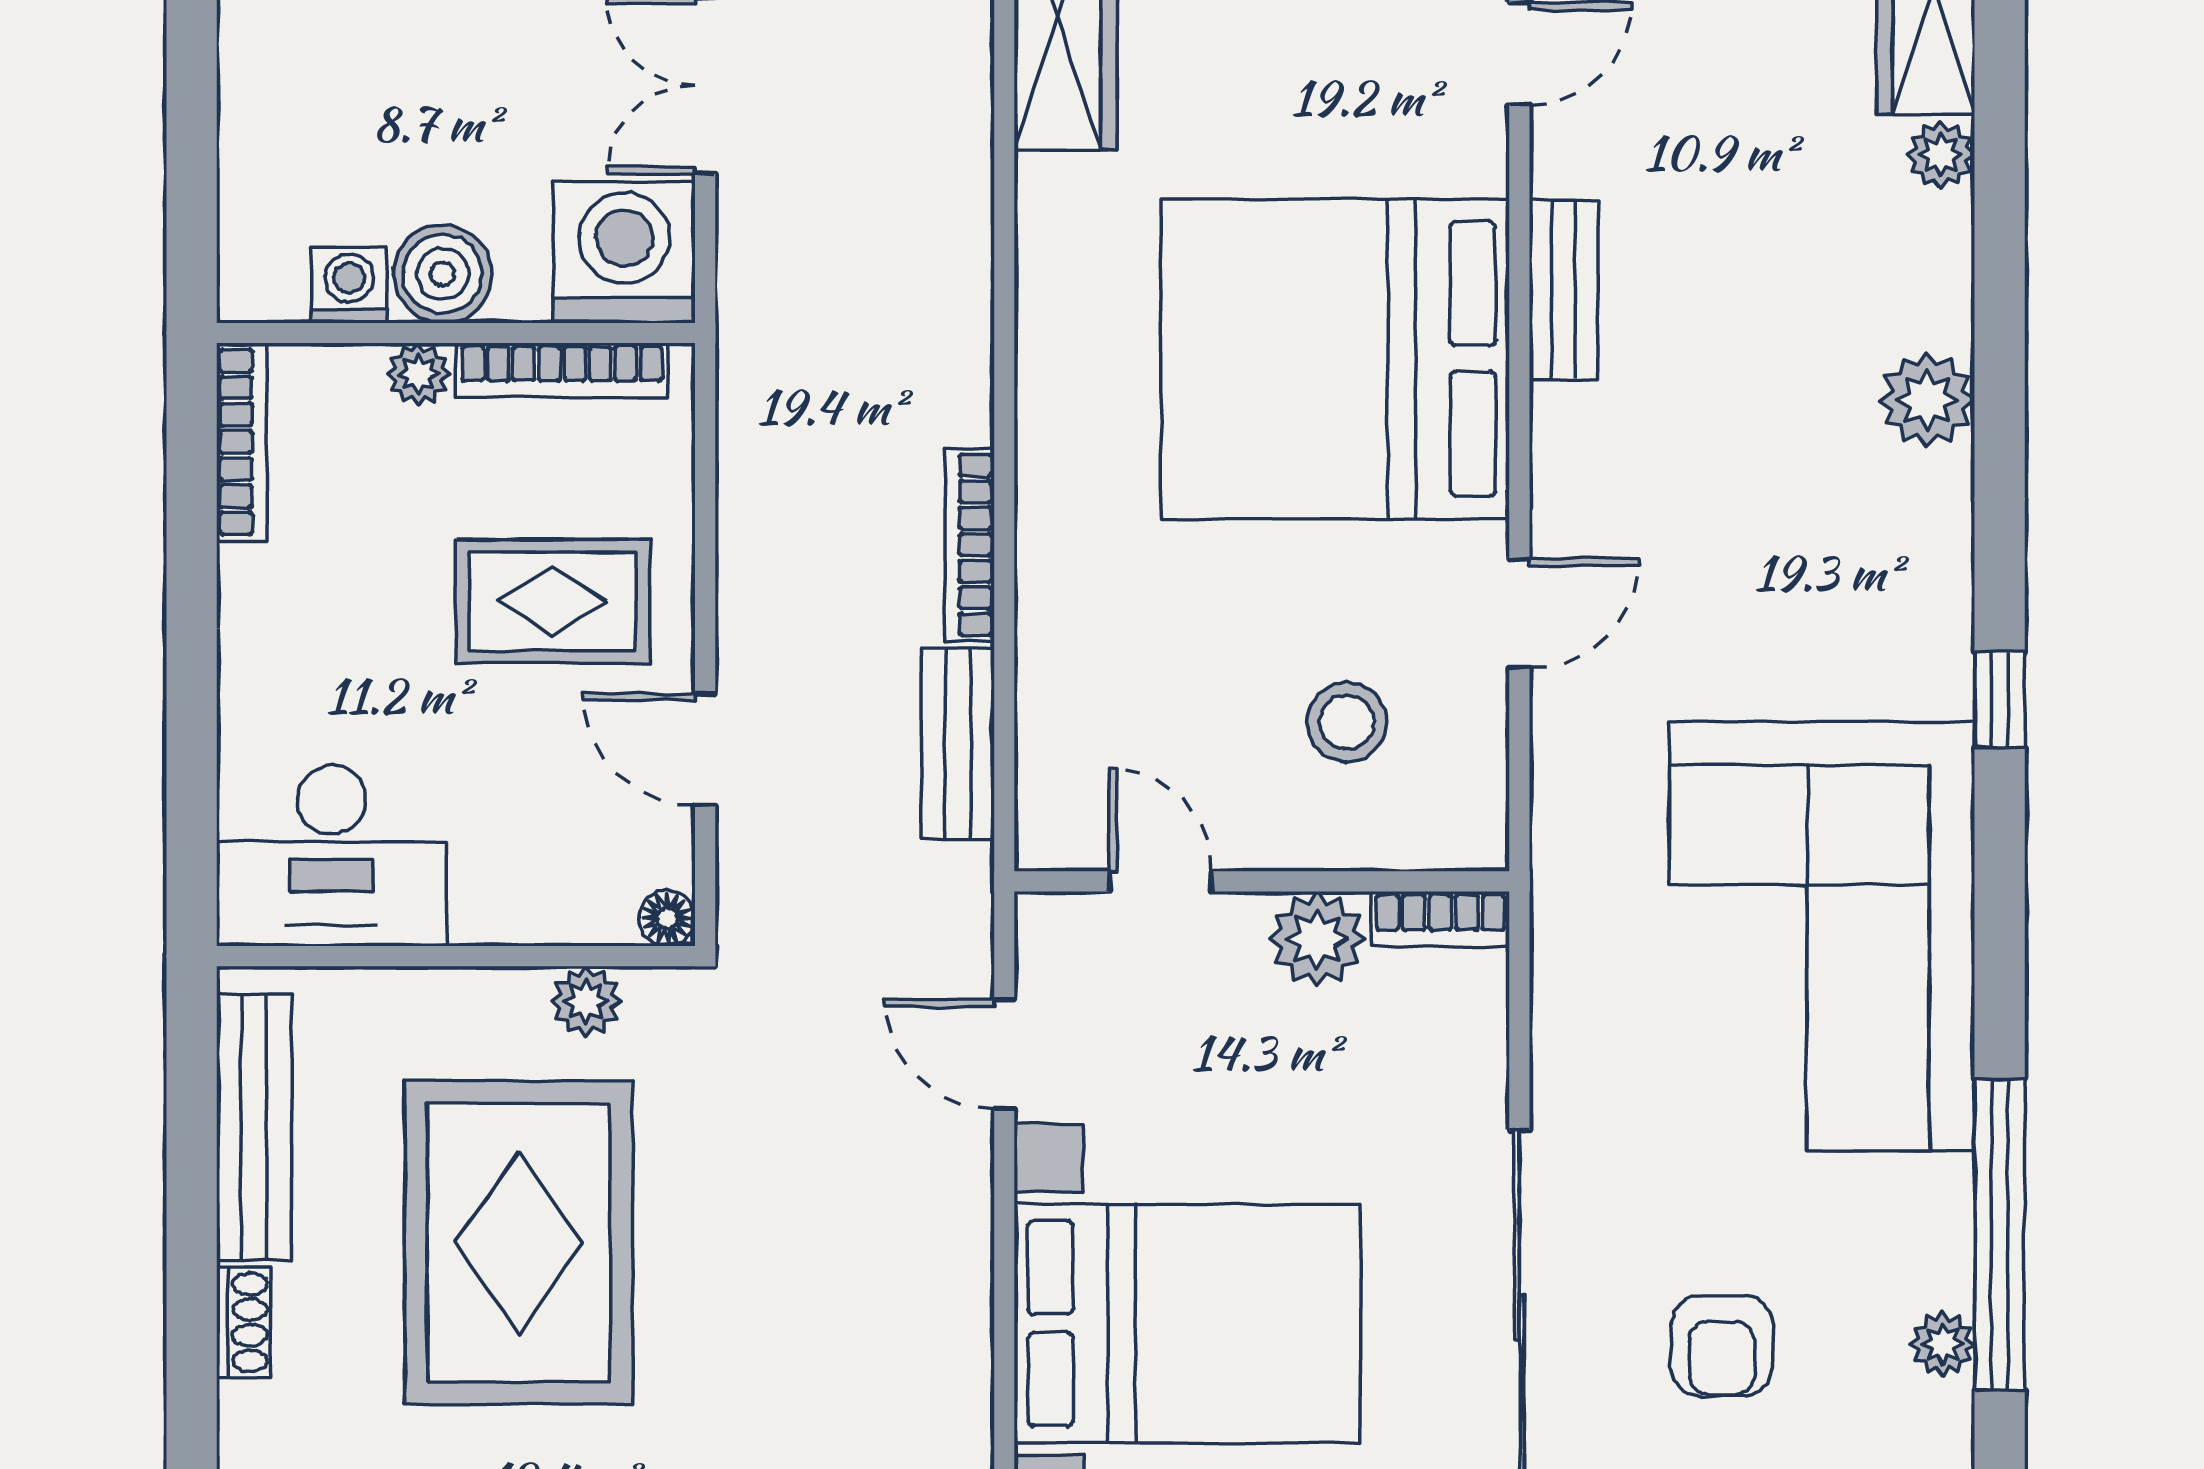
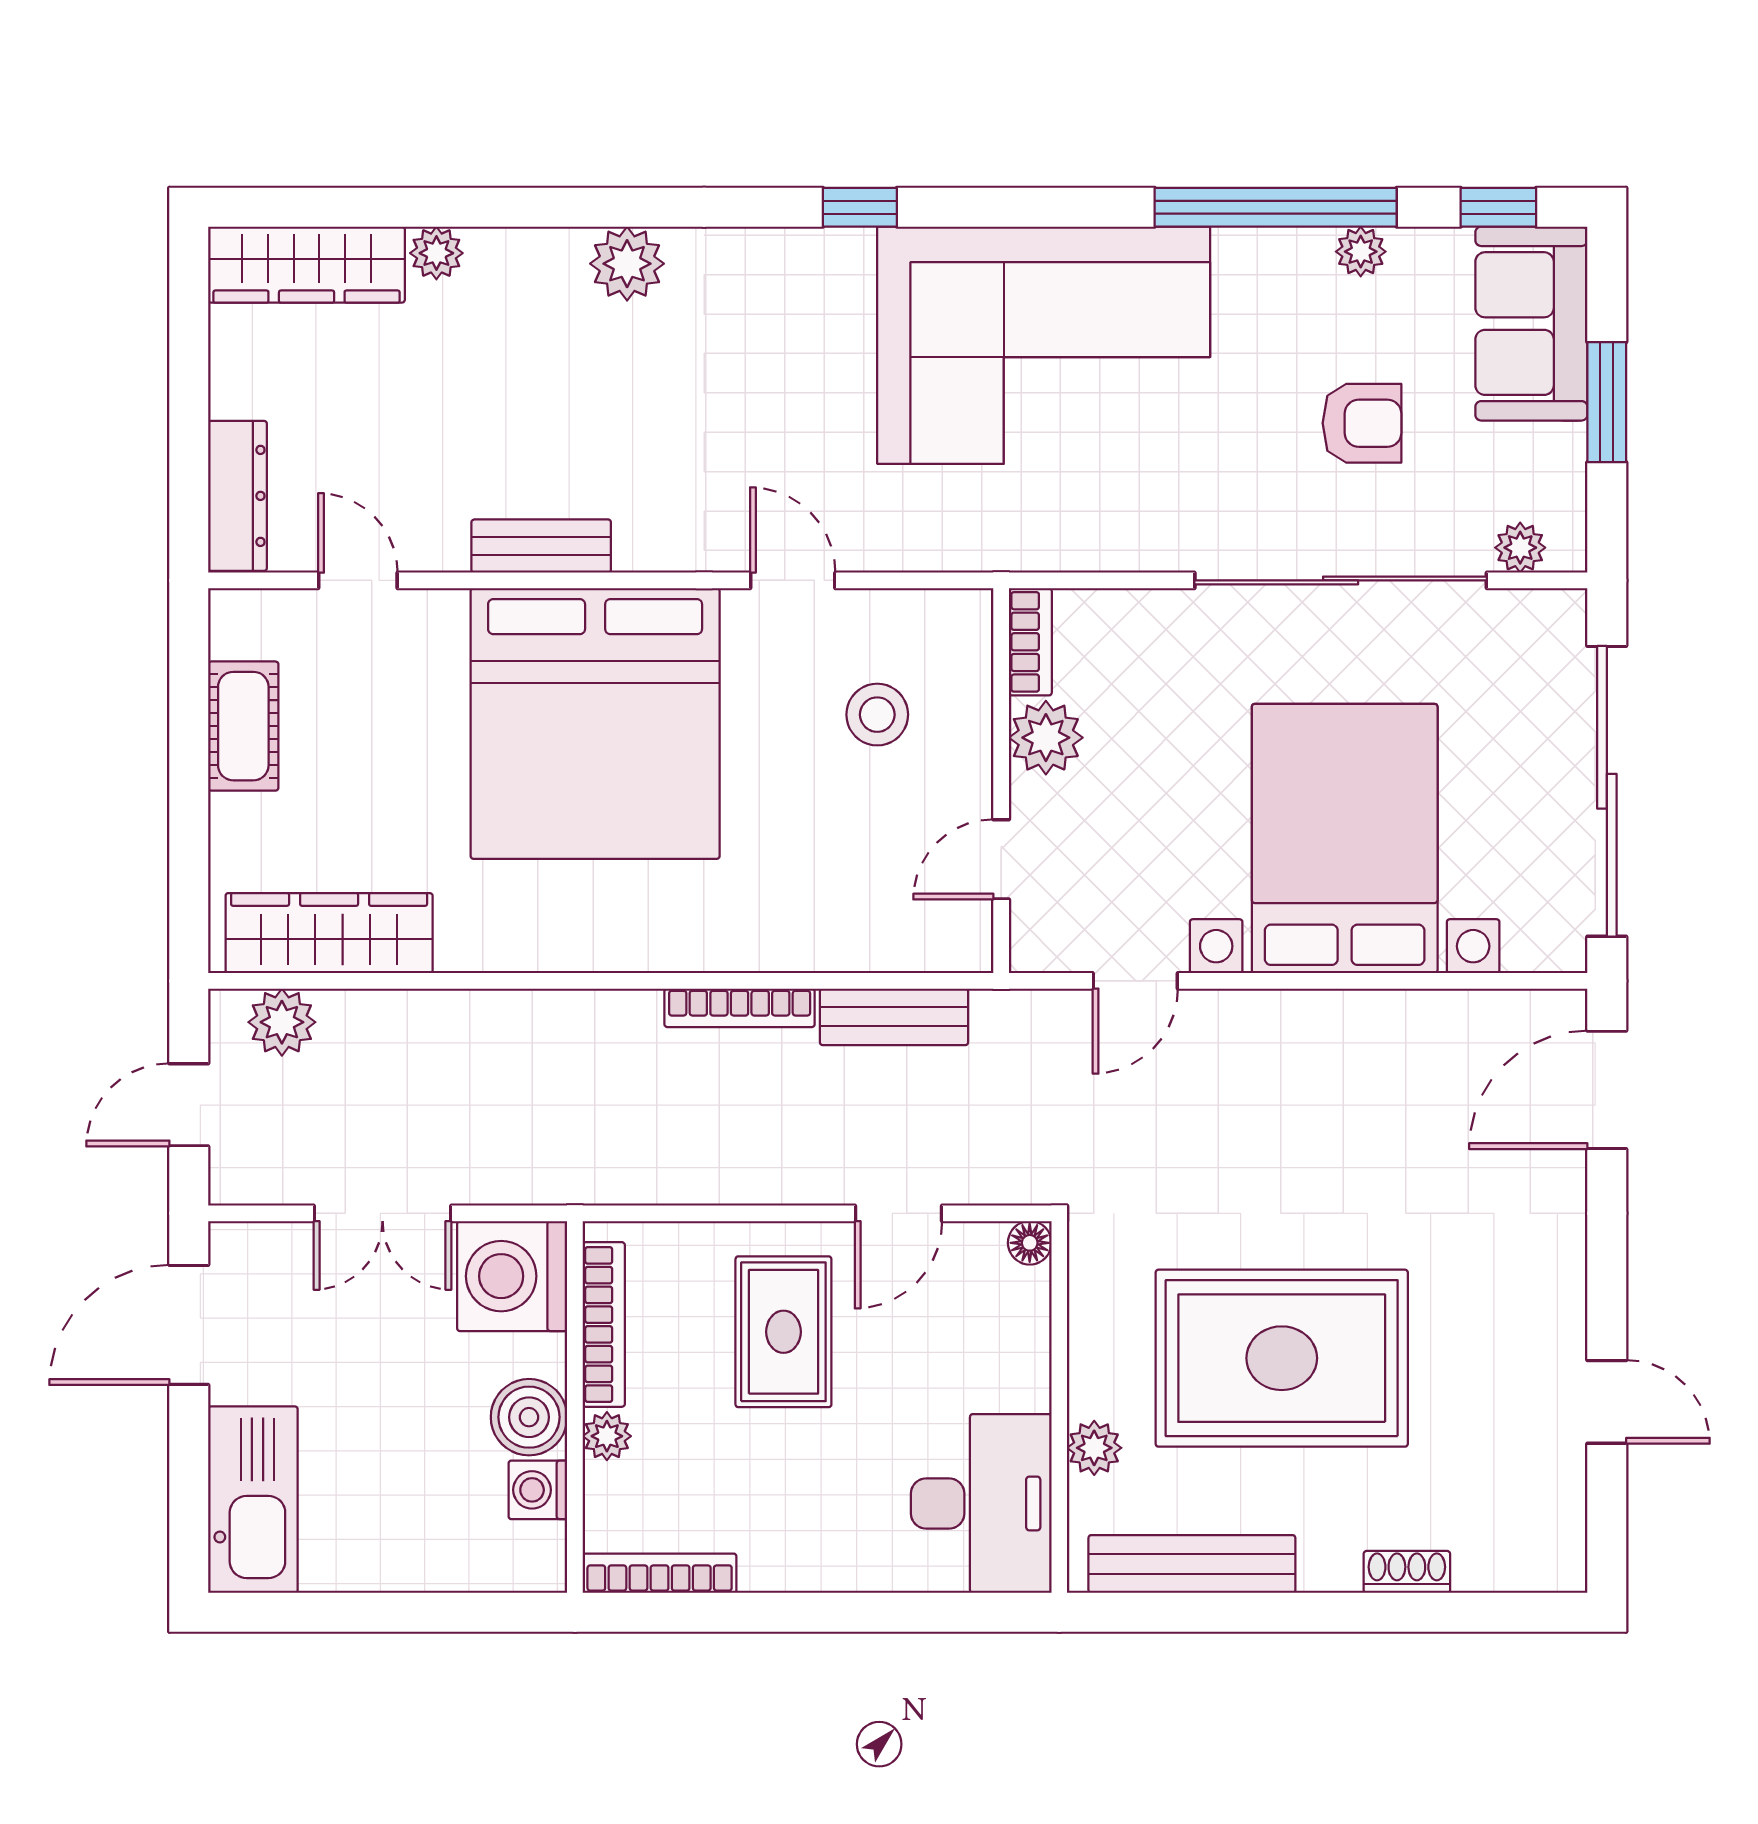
plant: (586, 1001) -> (1094, 1448), moved
shoe rack: (244, 1322) -> (1407, 1572), moved

